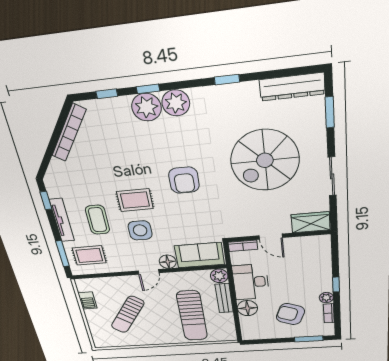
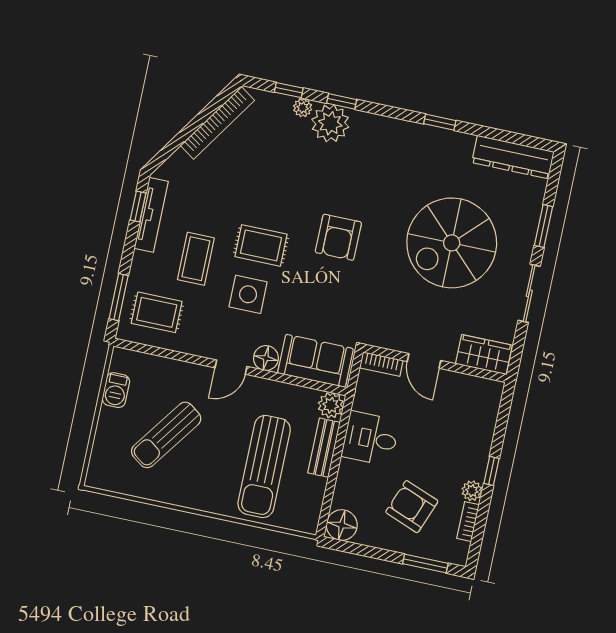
plant: (176, 103) -> (303, 108), moved, width x0.53, depth x0.53
window: (330, 112) -> (543, 226), moved
tv unit: (62, 220) -> (151, 215), moved
desk: (251, 282) -> (370, 439), width x0.73
floor lamp: (247, 308) -> (342, 525), moved

